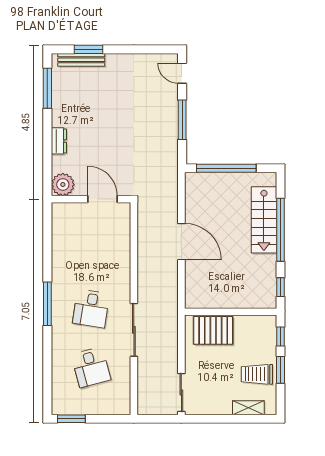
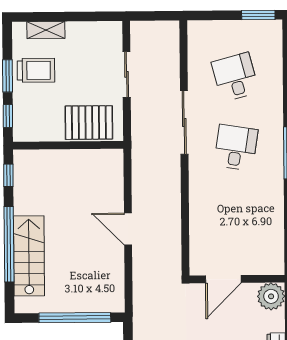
door: (102, 199) -> (223, 279), hinge flipped
door: (181, 242) -> (128, 229), width x0.73
sliding door: (181, 392) -> (127, 74), moved

